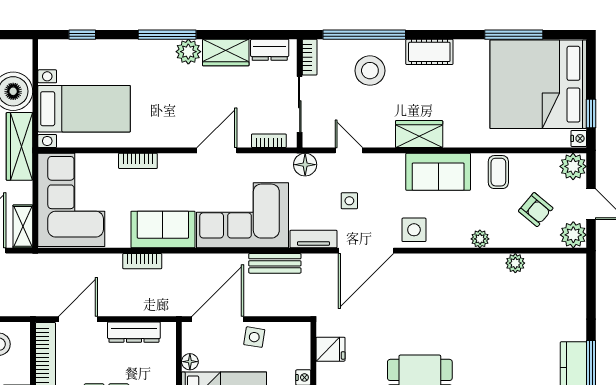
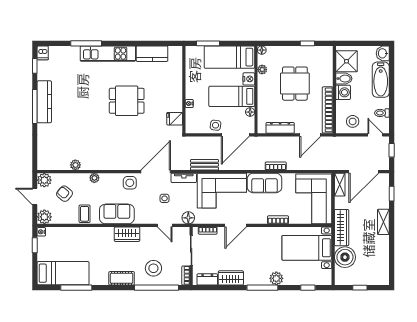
plant: (188, 52) -> (276, 278), moved
bed: (538, 84) -> (63, 273), width x0.49

